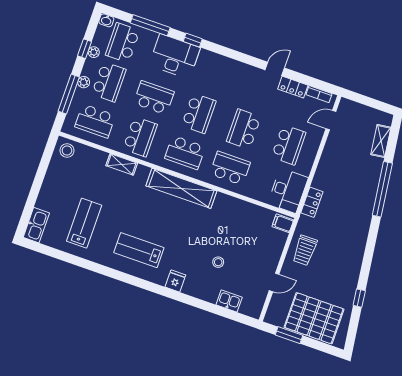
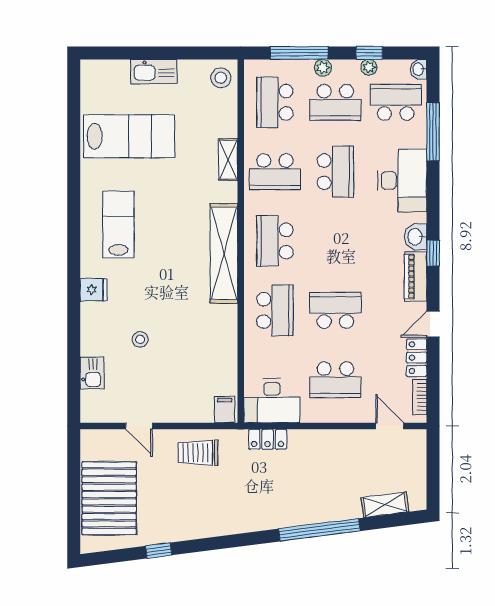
window: (193, 40) -> (433, 253), moved
washbasin: (214, 60) -> (416, 237), added
piano: (240, 69) -> (416, 277), added
door: (275, 69) -> (433, 324), swing flipped
school desk: (199, 113) -> (335, 241), removed
lab bench: (84, 223) -> (129, 136), width x1.36, depth x1.39
kitchen sink: (36, 225) -> (154, 72), moved
window: (289, 335) -> (74, 472), removed

